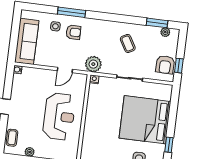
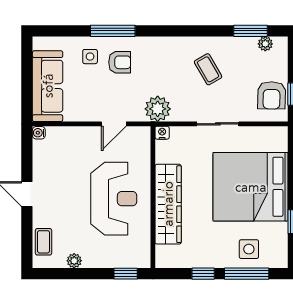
wardrobe: (92, 124) -> (168, 204), added

